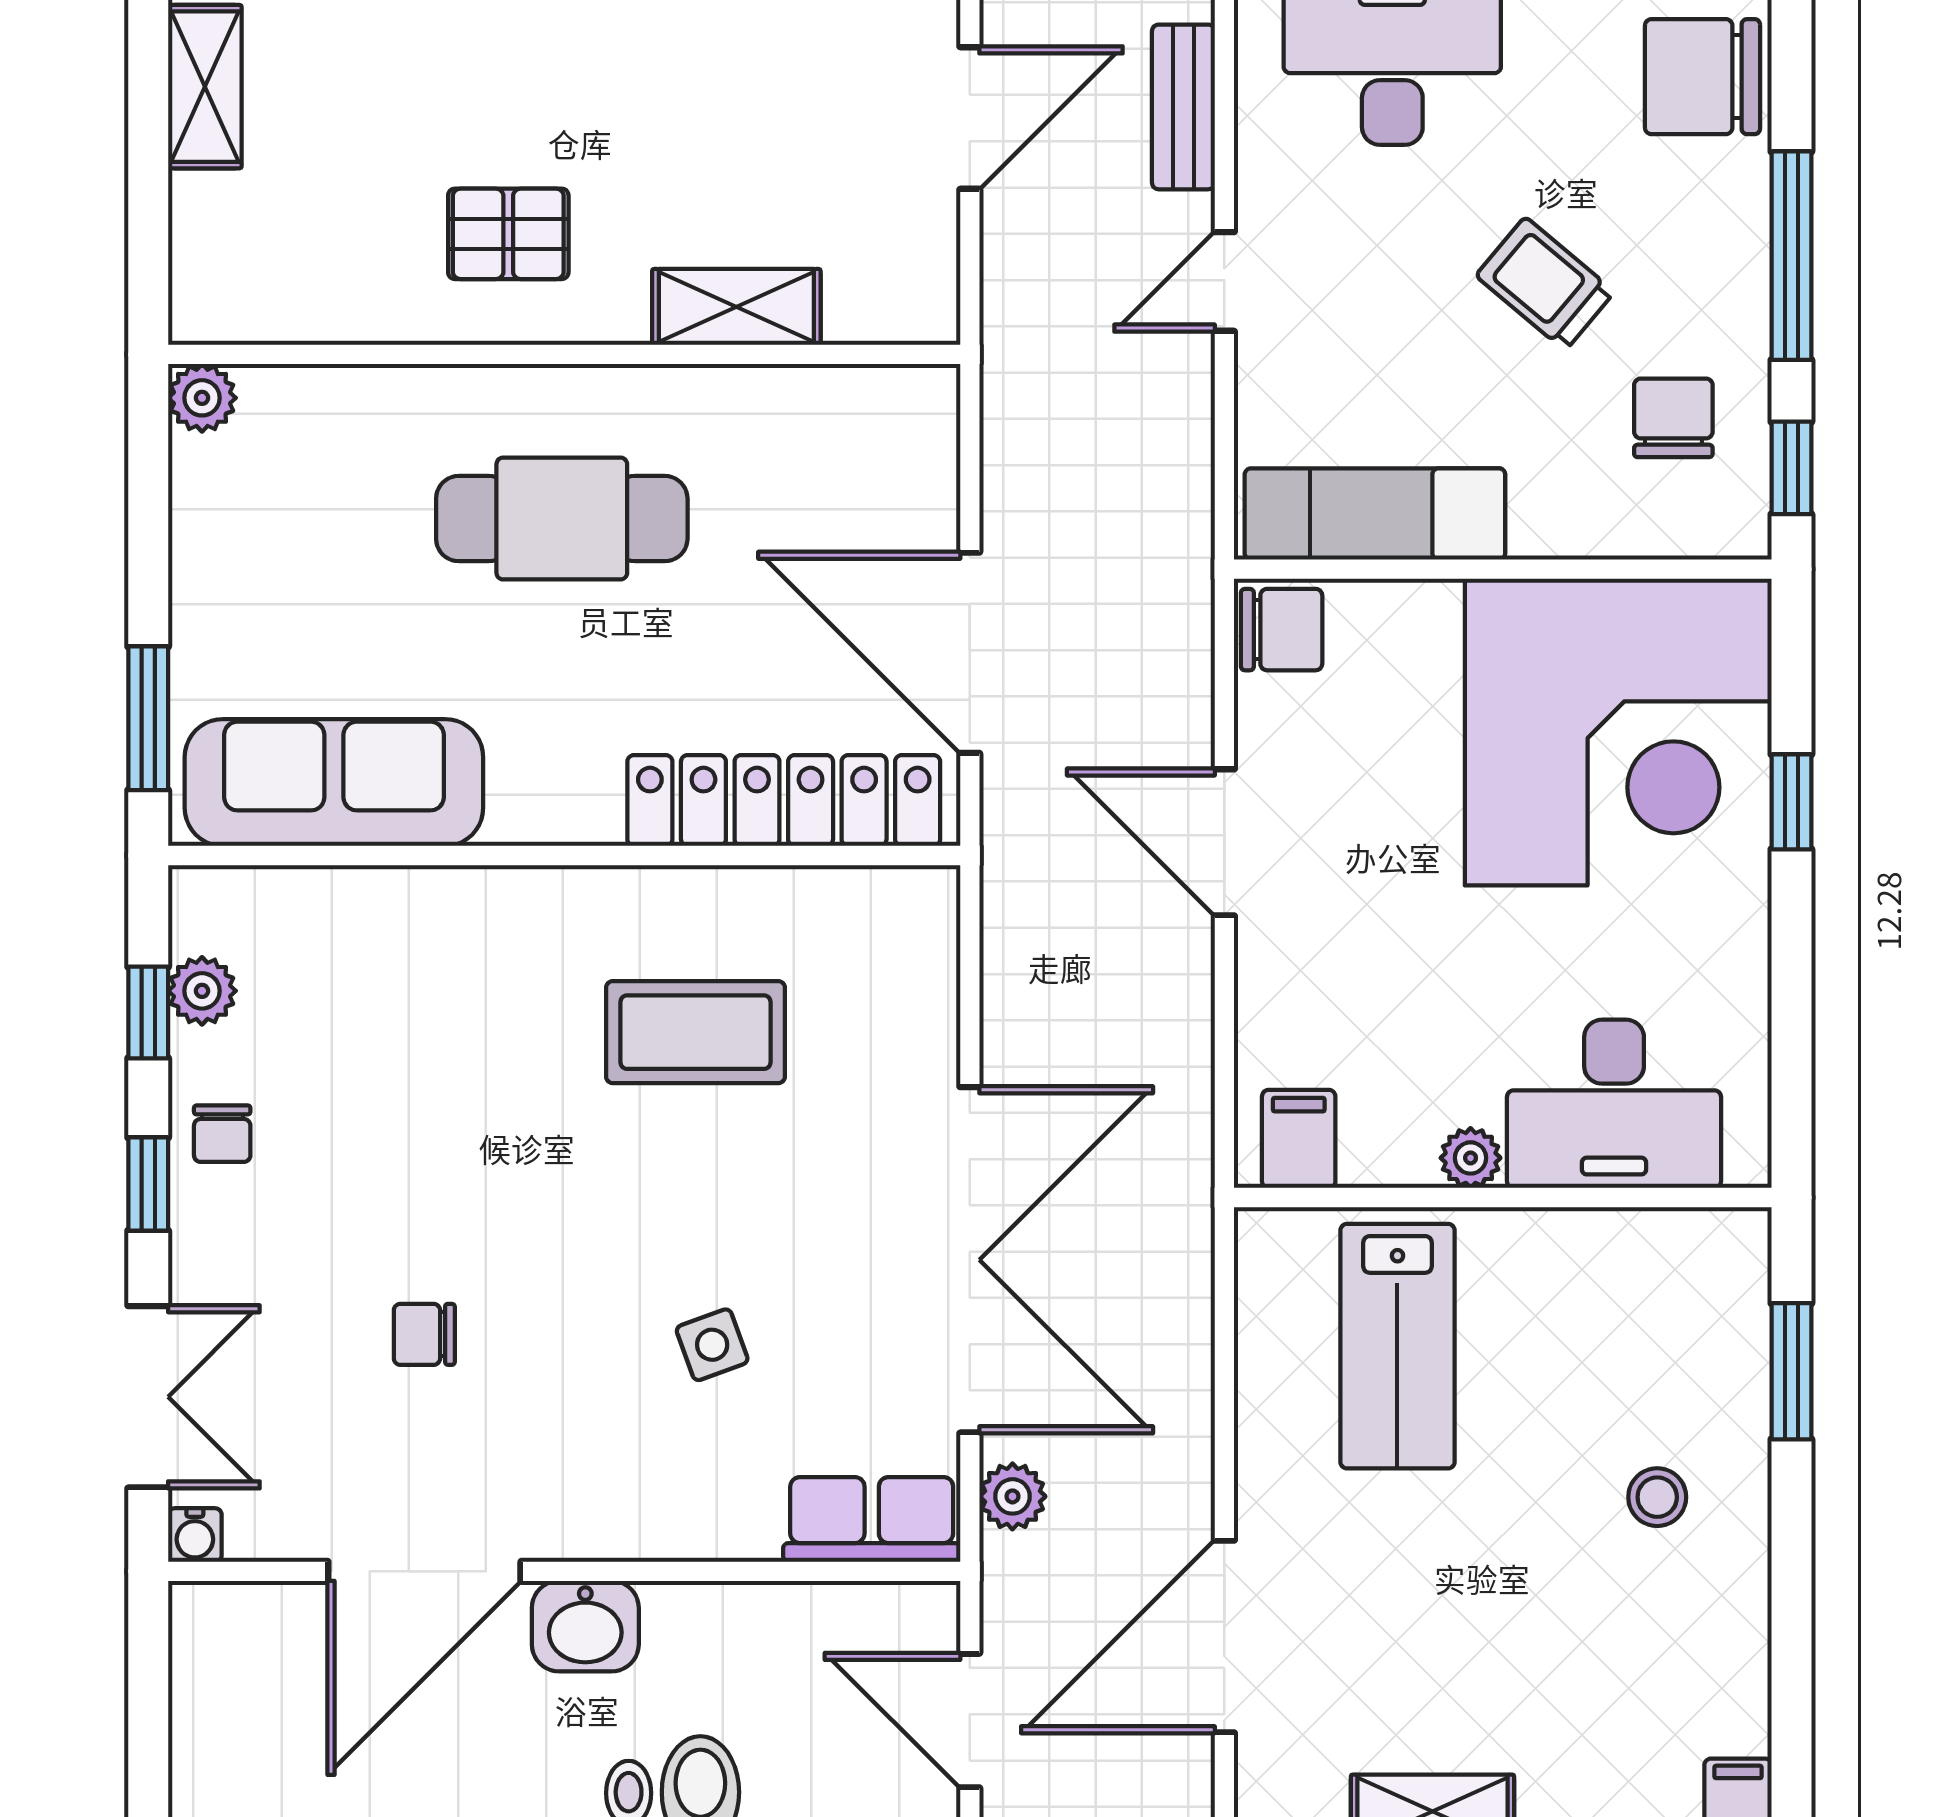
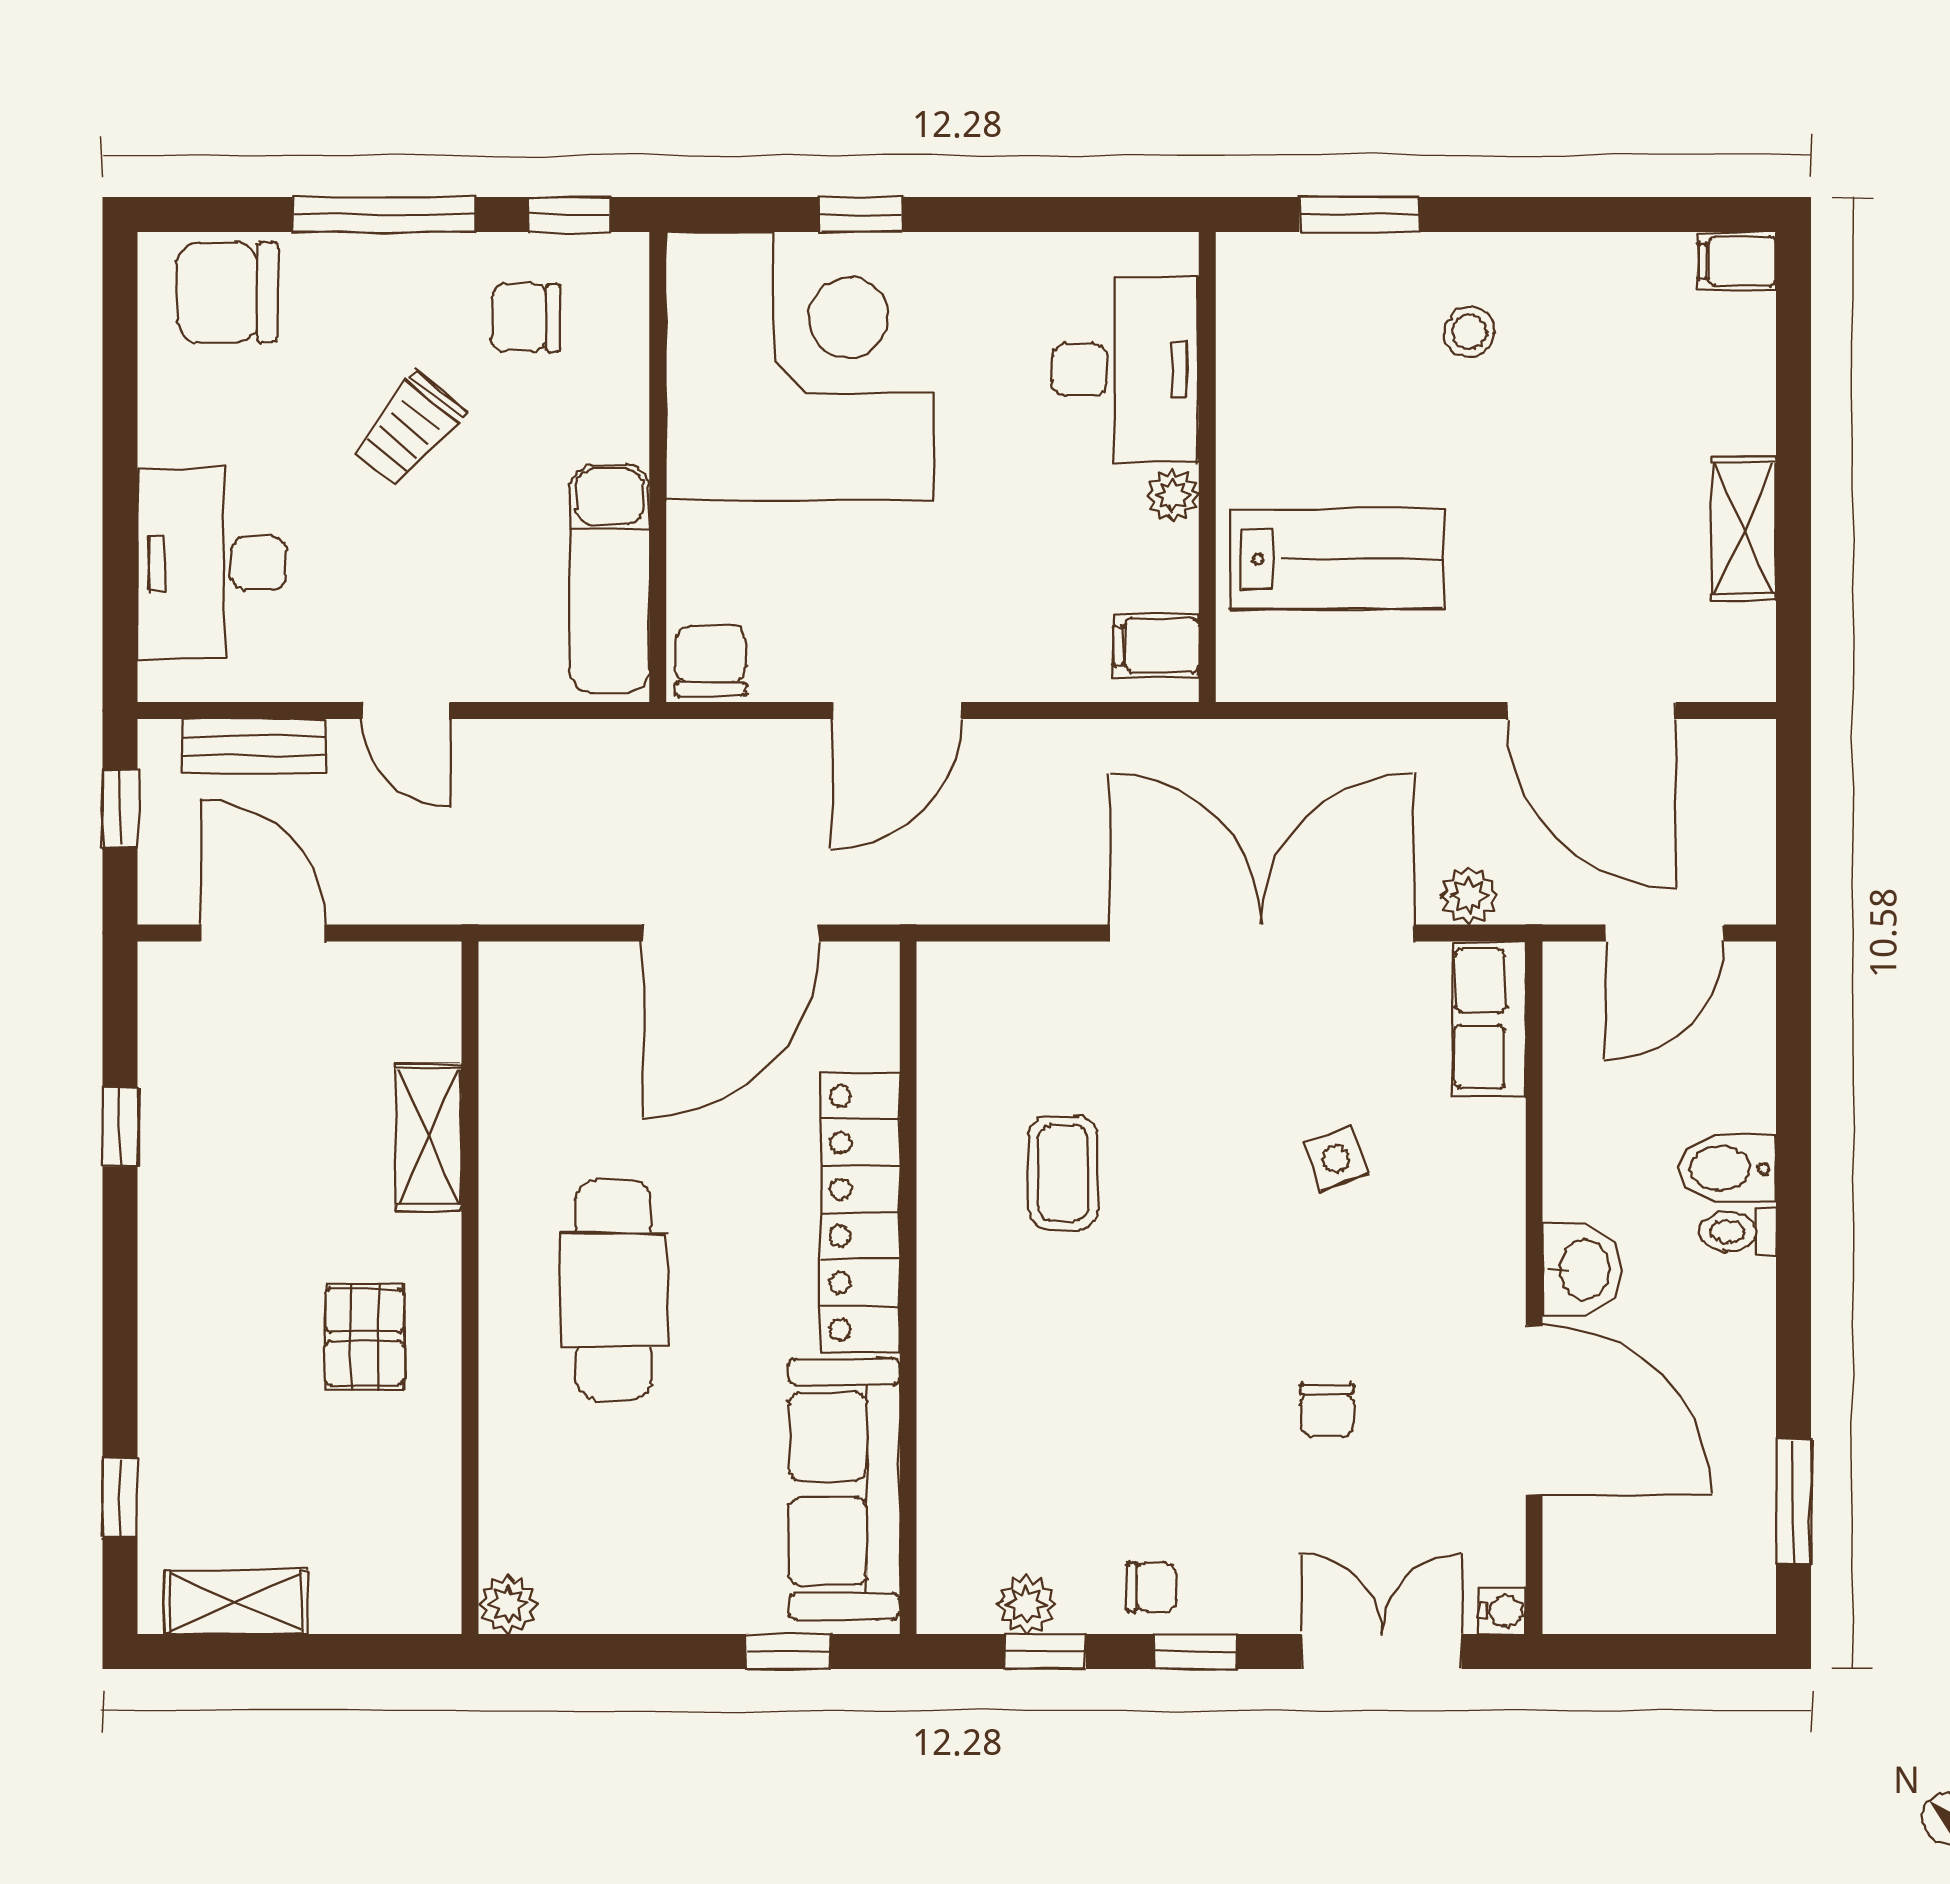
chair: (1702, 77) -> (227, 292), turned 90
window: (148, 718) -> (788, 1651), width x0.67
locker: (784, 800) -> (860, 1213), moved
coffee table: (695, 1032) -> (1063, 1173), width x0.73, depth x0.77

